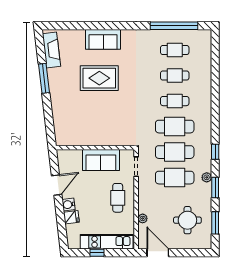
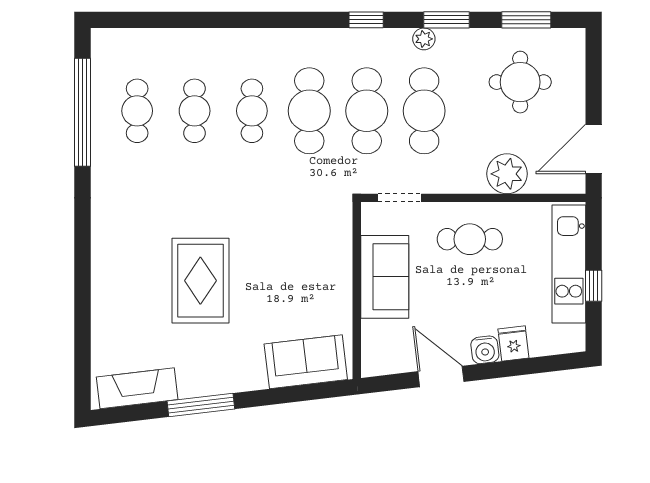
sofa: (103, 39) -> (306, 362), moved, turned -97
plant: (143, 218) -> (507, 174), width x1.88, depth x1.88

